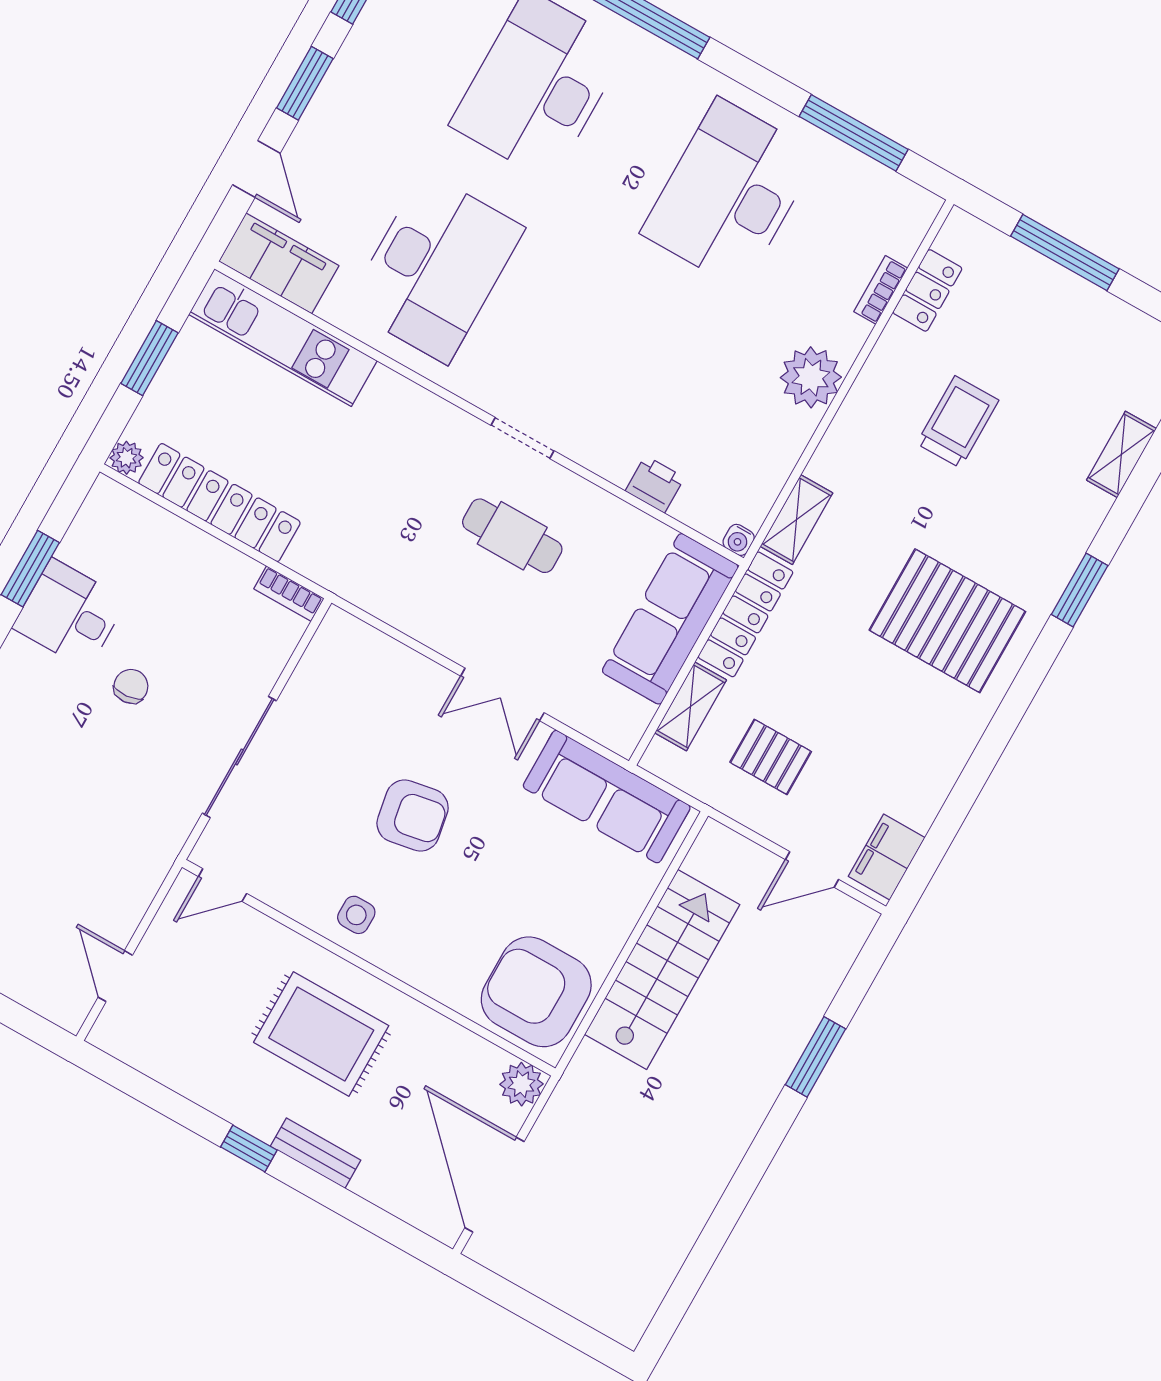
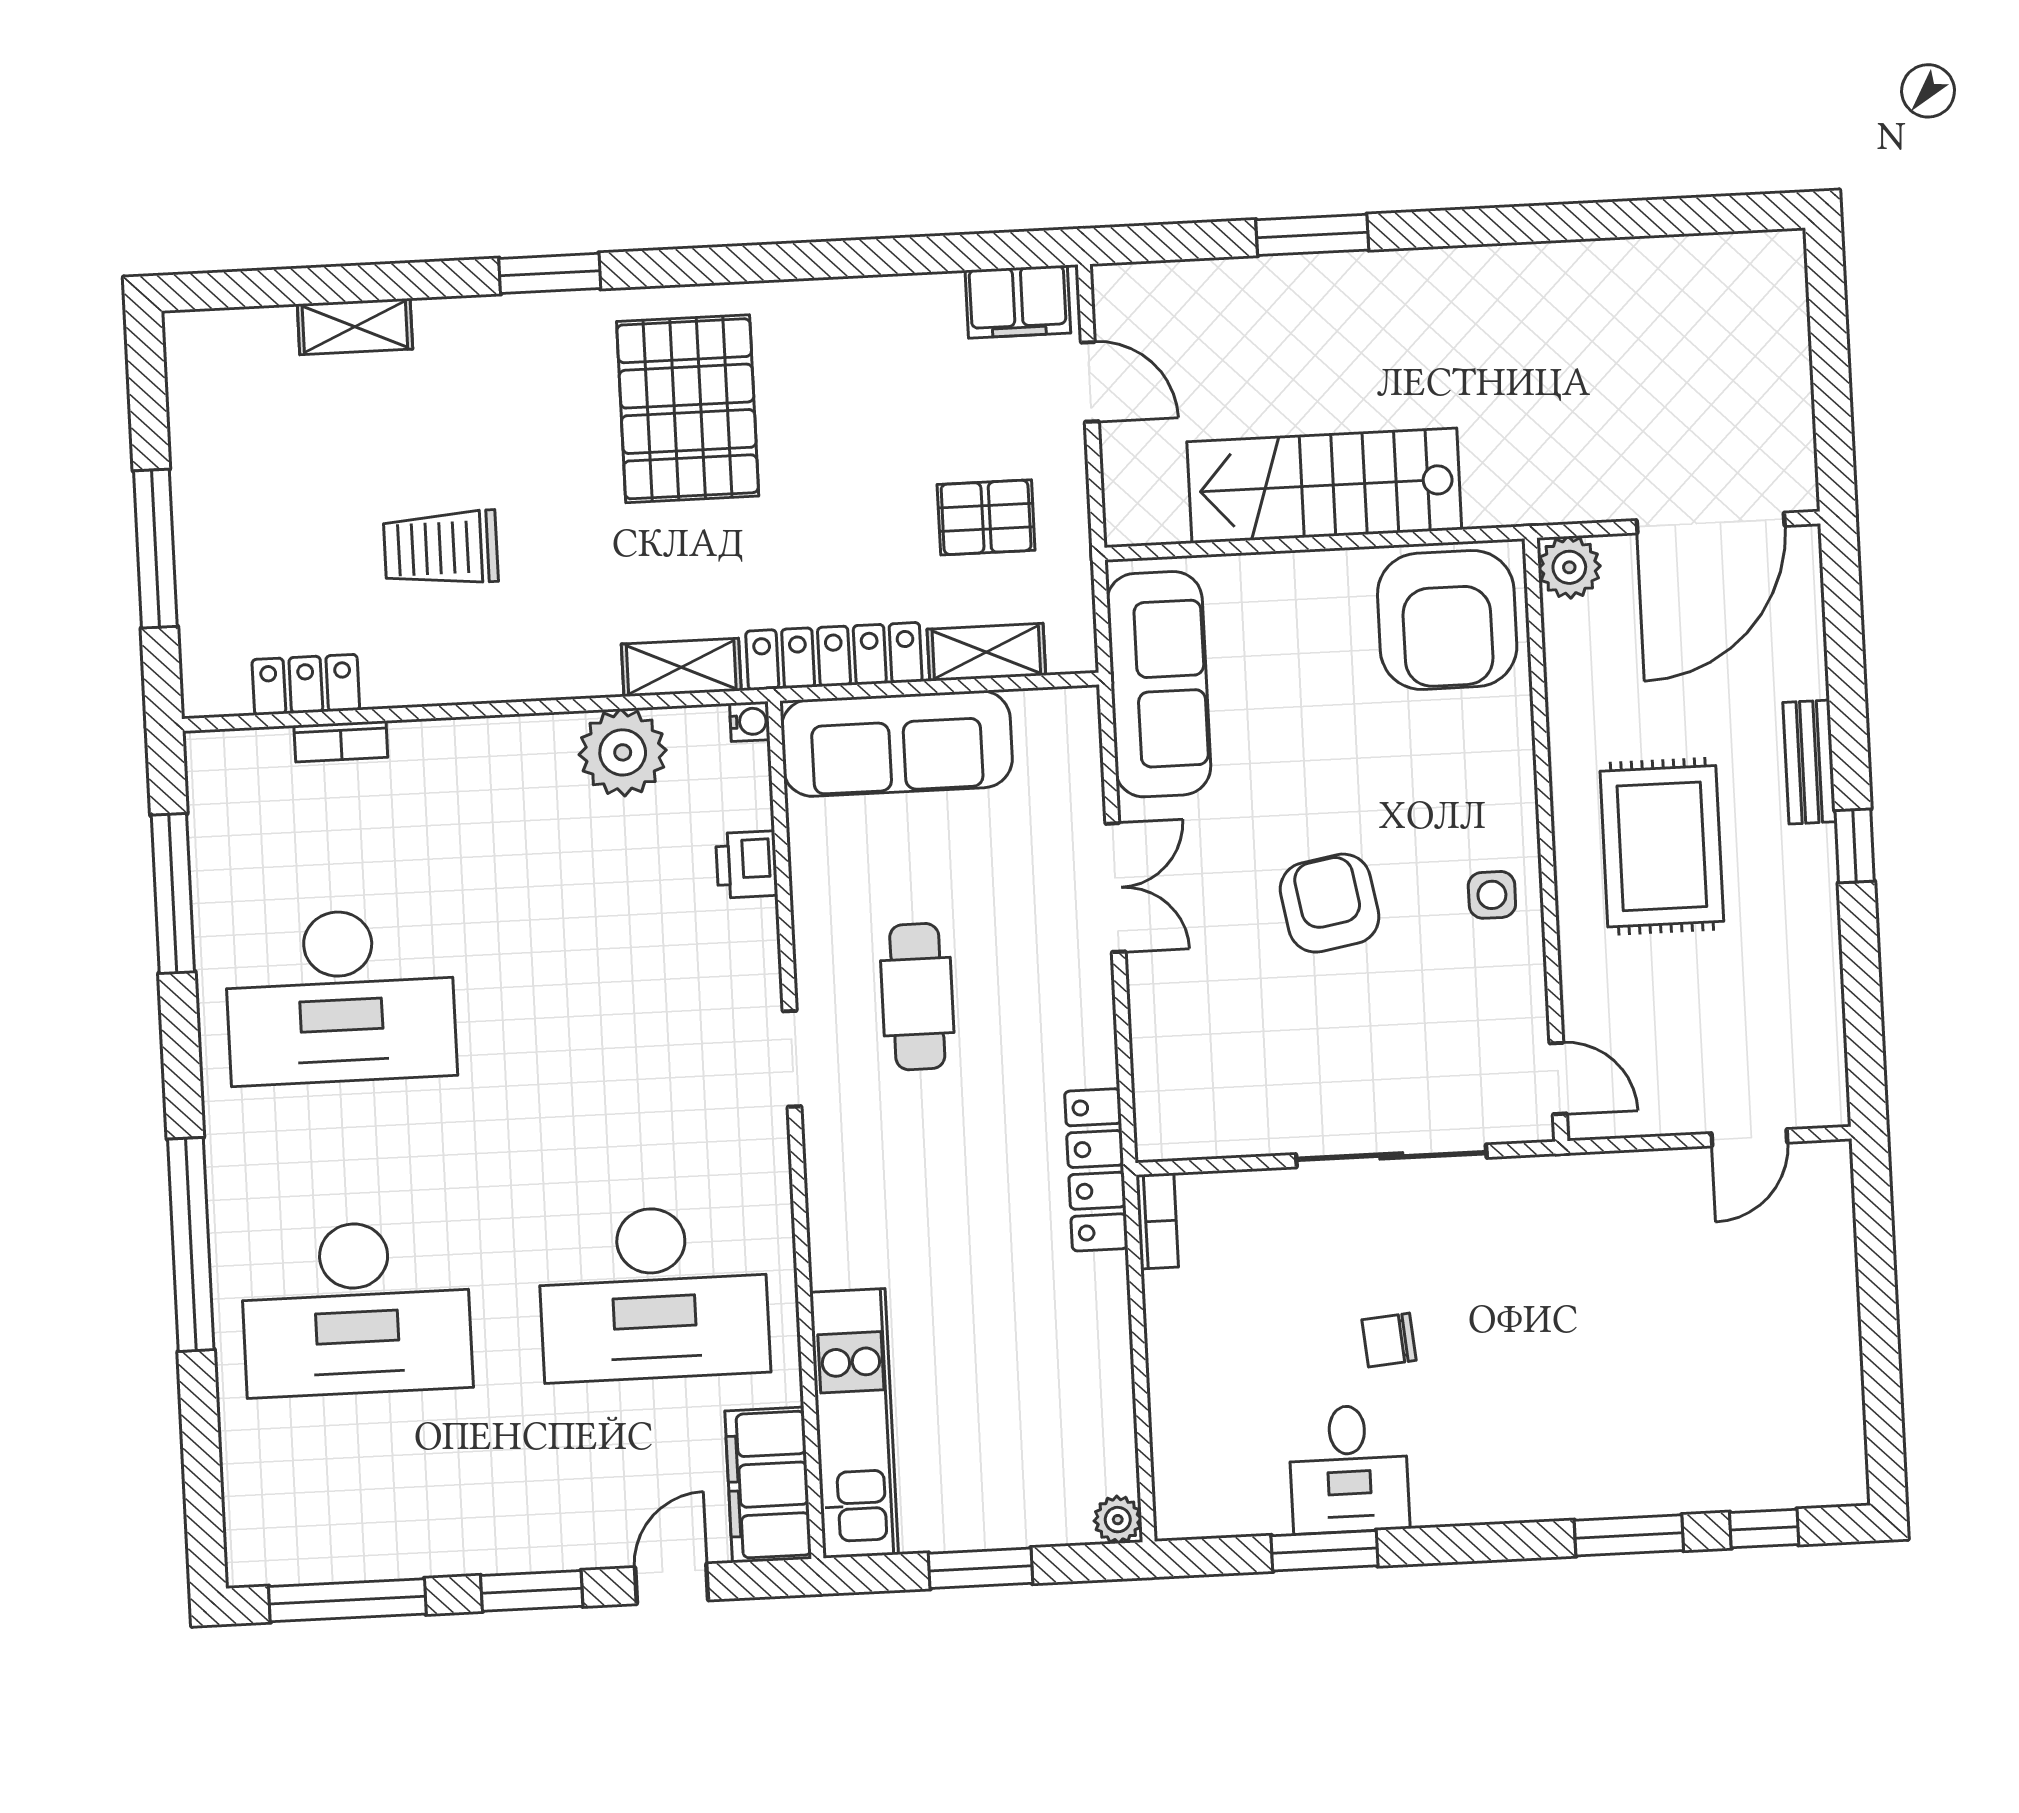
desk: (436, 268) -> (654, 1293), turned 180
plant: (811, 377) -> (623, 752), moved
locker: (219, 503) -> (1096, 1170), moved, width x0.71, depth x0.83
pallet: (771, 757) -> (986, 517), turned 90

